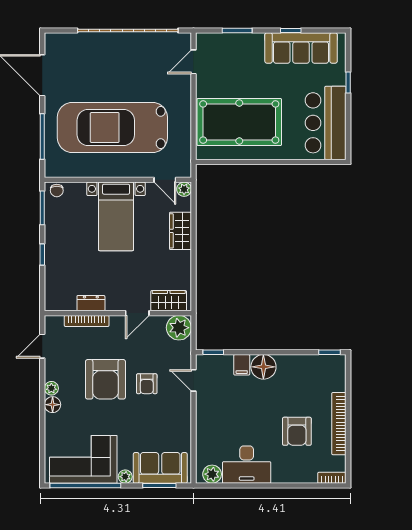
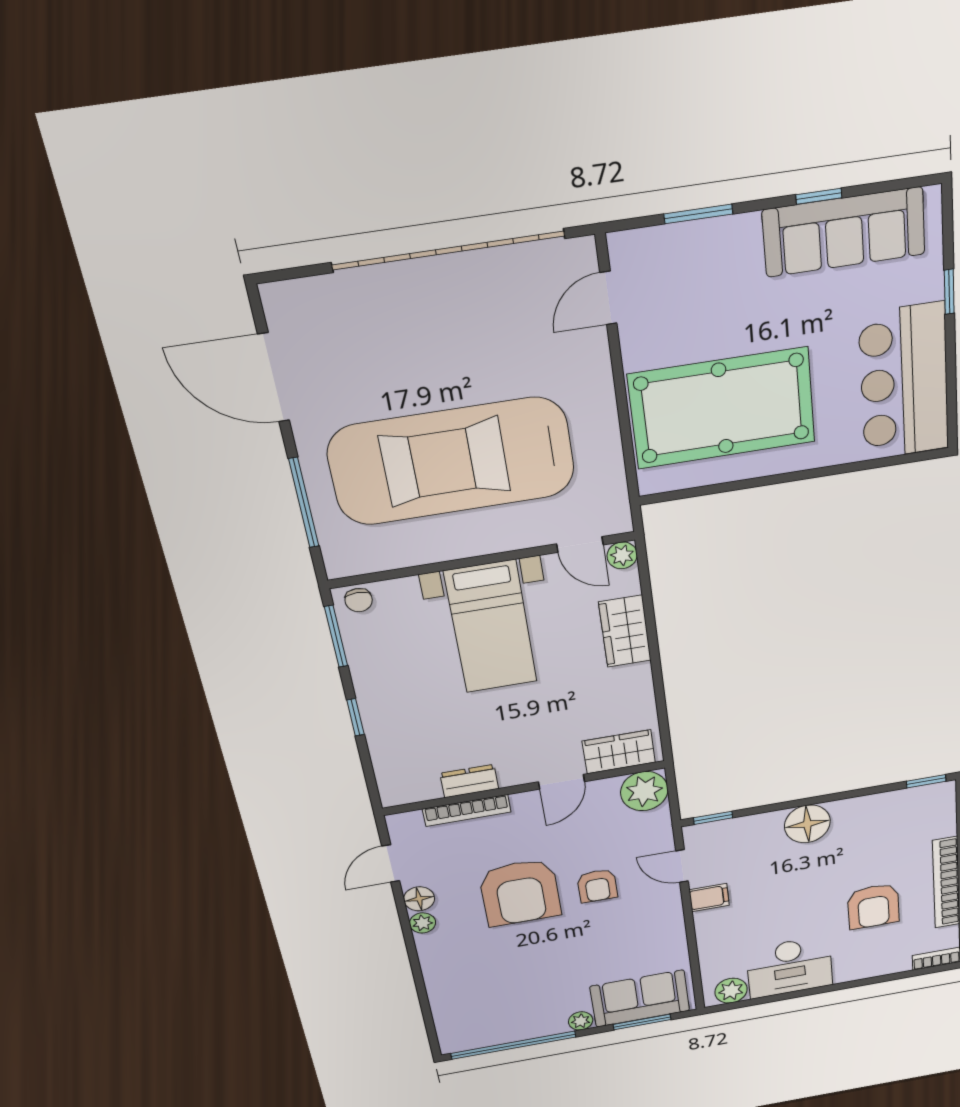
filing cabinet: (242, 365) -> (709, 898), moved, turned -90
floor lamp: (53, 405) -> (419, 899), moved
corner sofa: (83, 459) -> (502, 1011), removed

